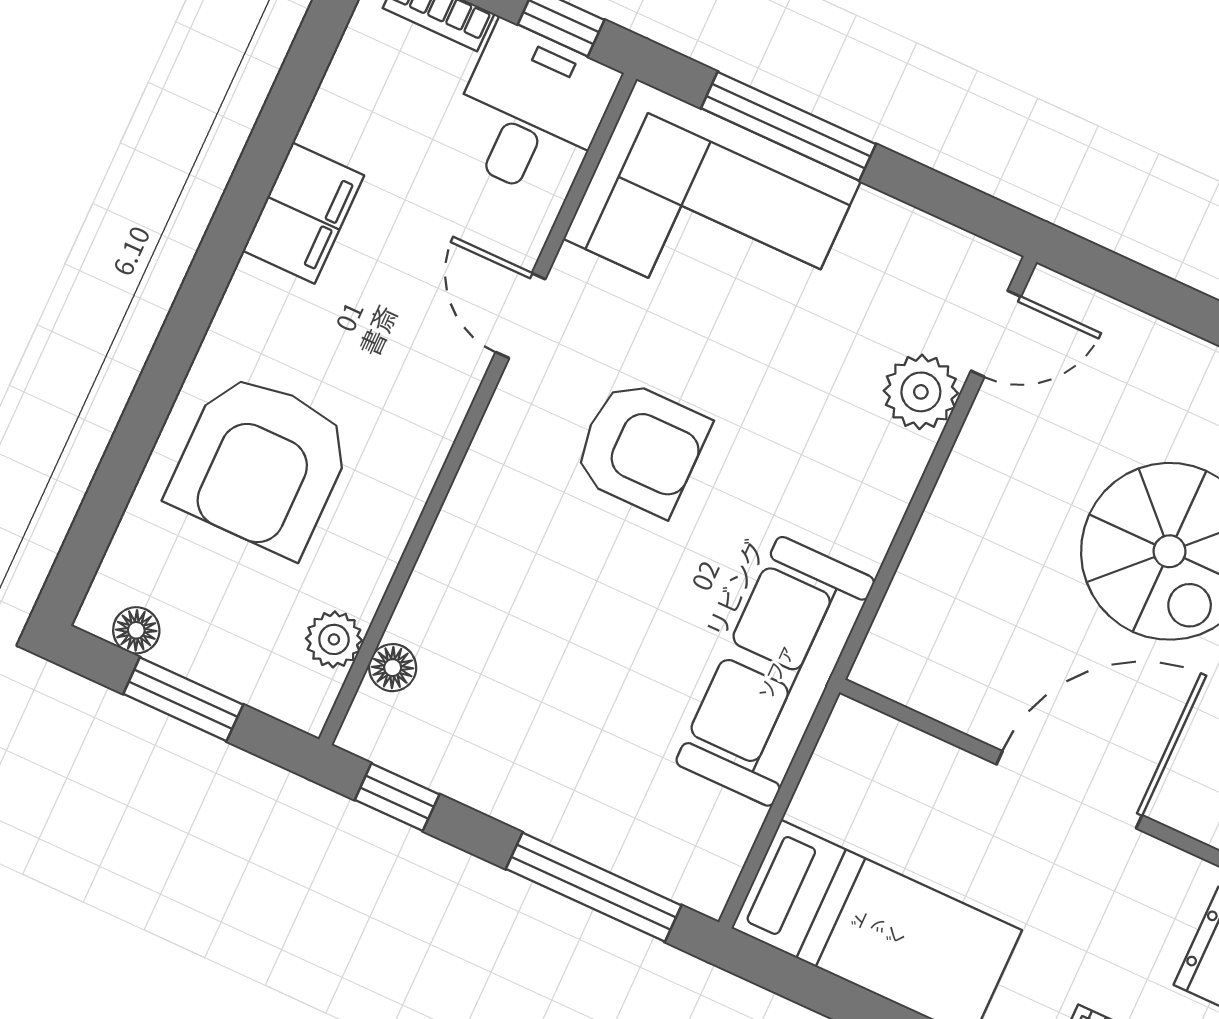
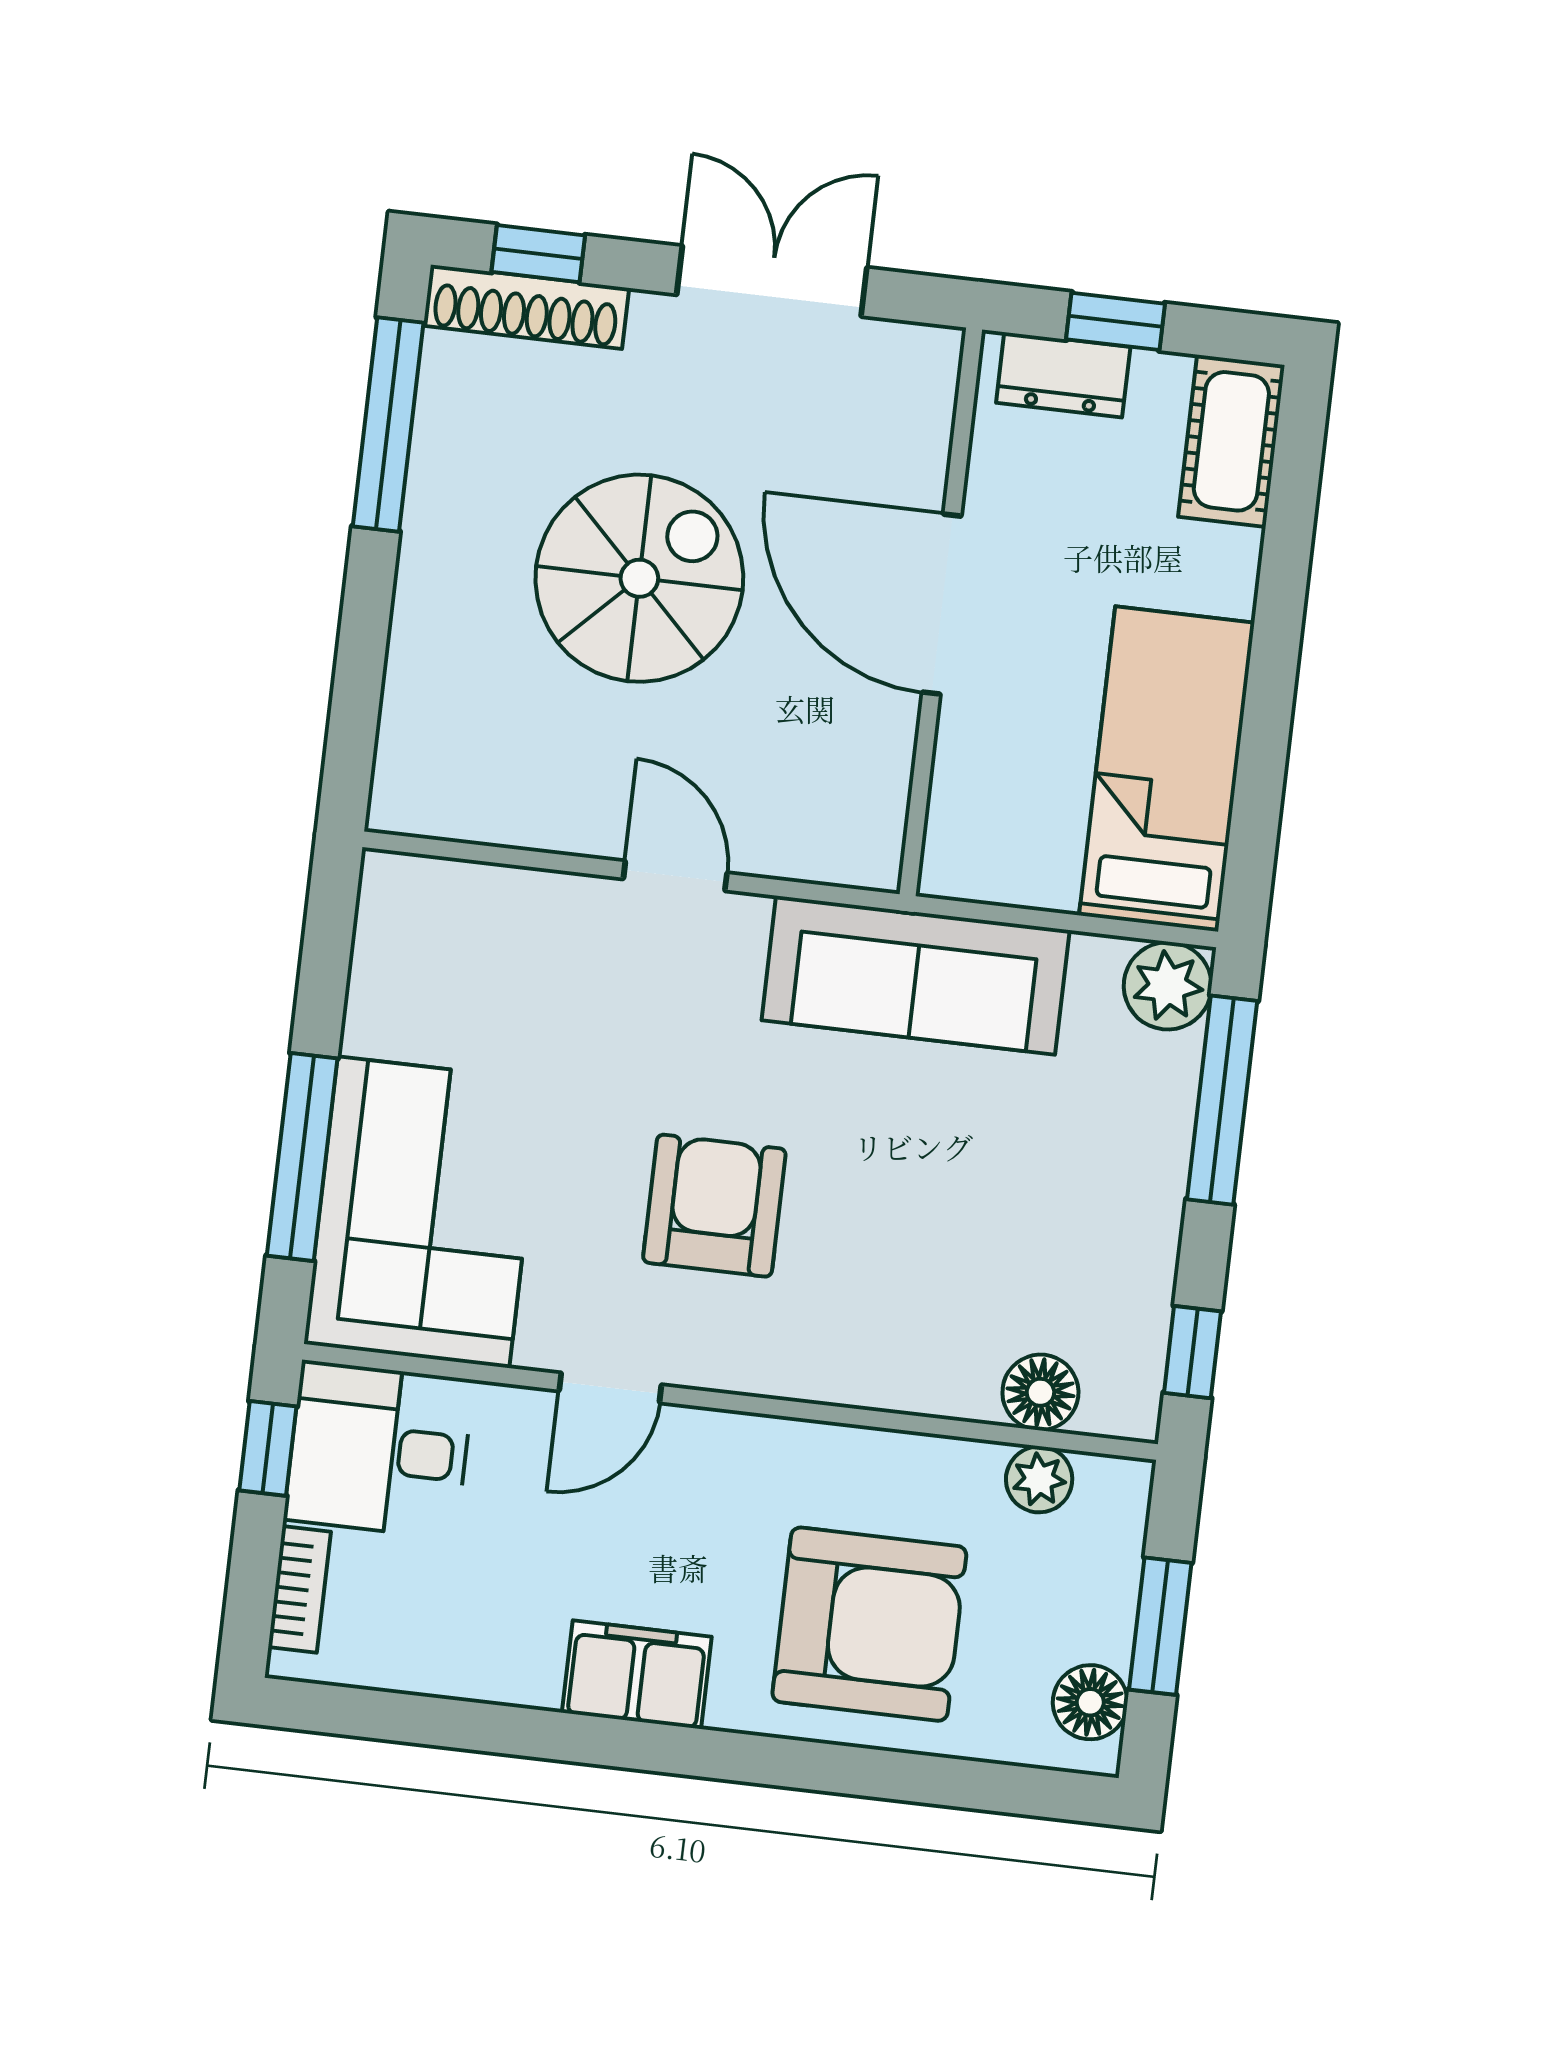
filing cabinet: (303, 213) -> (637, 1675), moved
door: (996, 334) -> (675, 876), moved
plant: (921, 392) -> (1168, 986), moved
floor lamp: (136, 630) -> (1090, 1702), width x1.37, depth x1.37
floor lamp: (393, 668) -> (1040, 1392), width x1.37, depth x1.37

